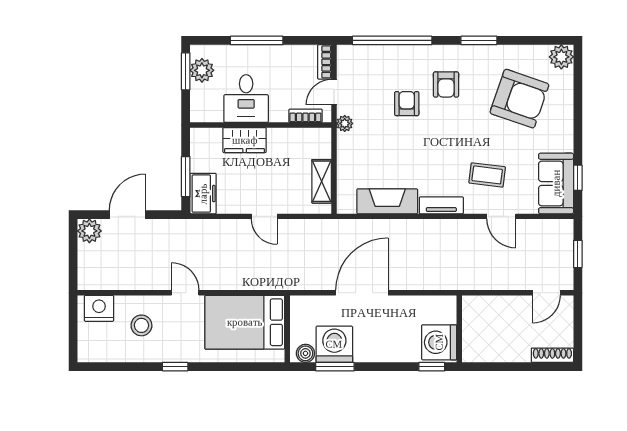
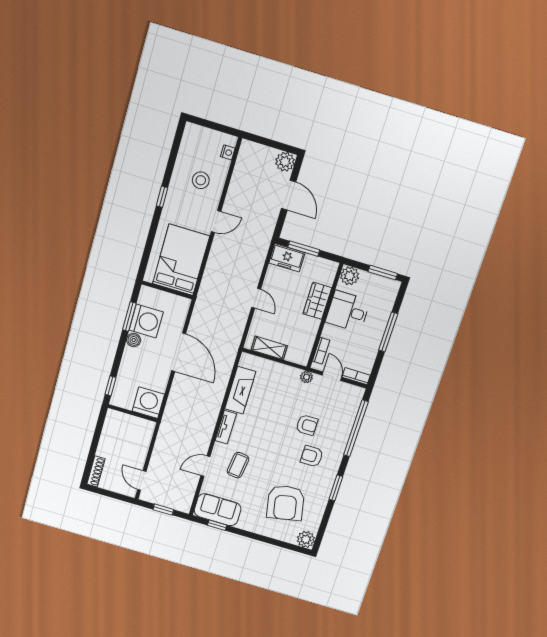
plant: (202, 70) -> (350, 276), moved
armchair: (519, 99) -> (286, 503), turned -30
door: (264, 216) -> (256, 298), swing flipped
nightstand: (99, 308) -> (228, 152), width x0.53, depth x0.56
washing machine: (439, 342) -> (148, 403), moved
boiler: (305, 353) -> (134, 340), moved

